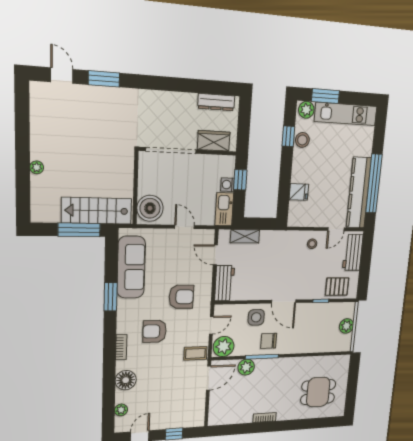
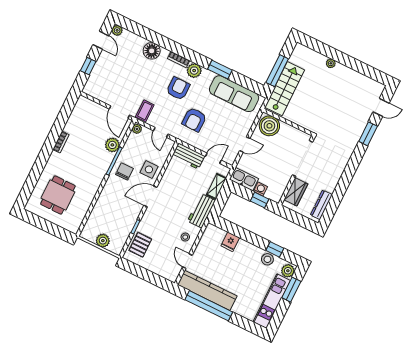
workbench: (353, 253) -> (201, 211), moved, turned -90
plant: (126, 324) -> (194, 71), added
plant: (224, 347) -> (137, 129), width x0.53, depth x0.53
plant: (121, 410) -> (117, 30), moved

